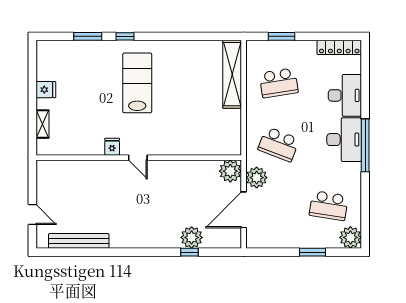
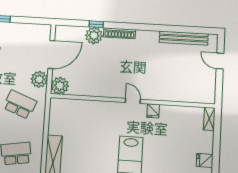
shelving: (43, 124) -> (209, 119), moved
shoe rack: (160, 242) -> (119, 33), added

